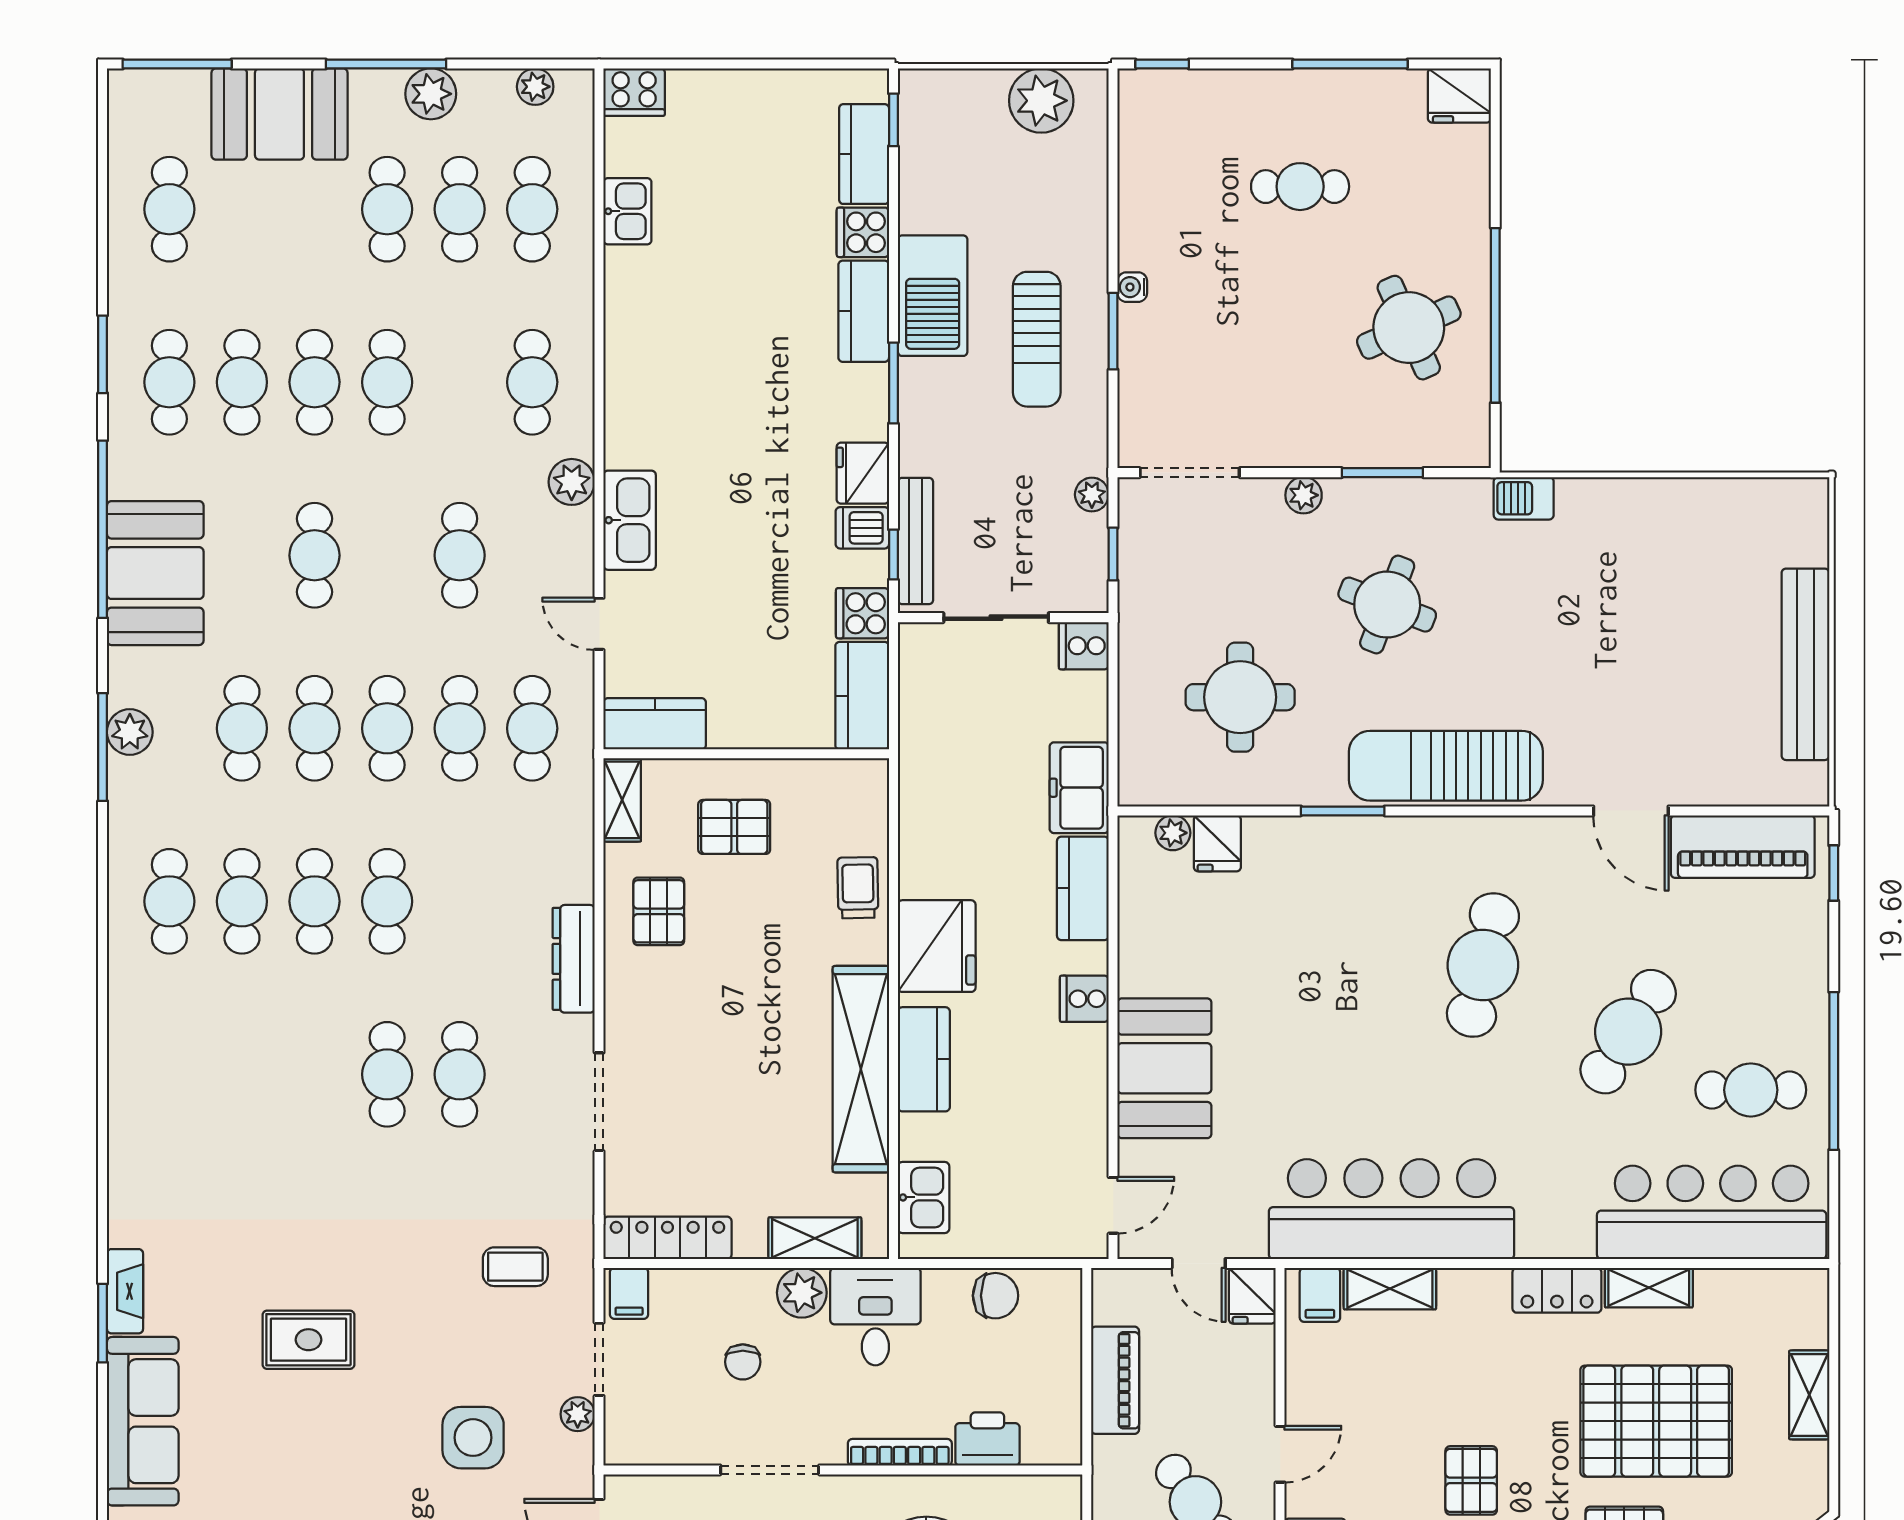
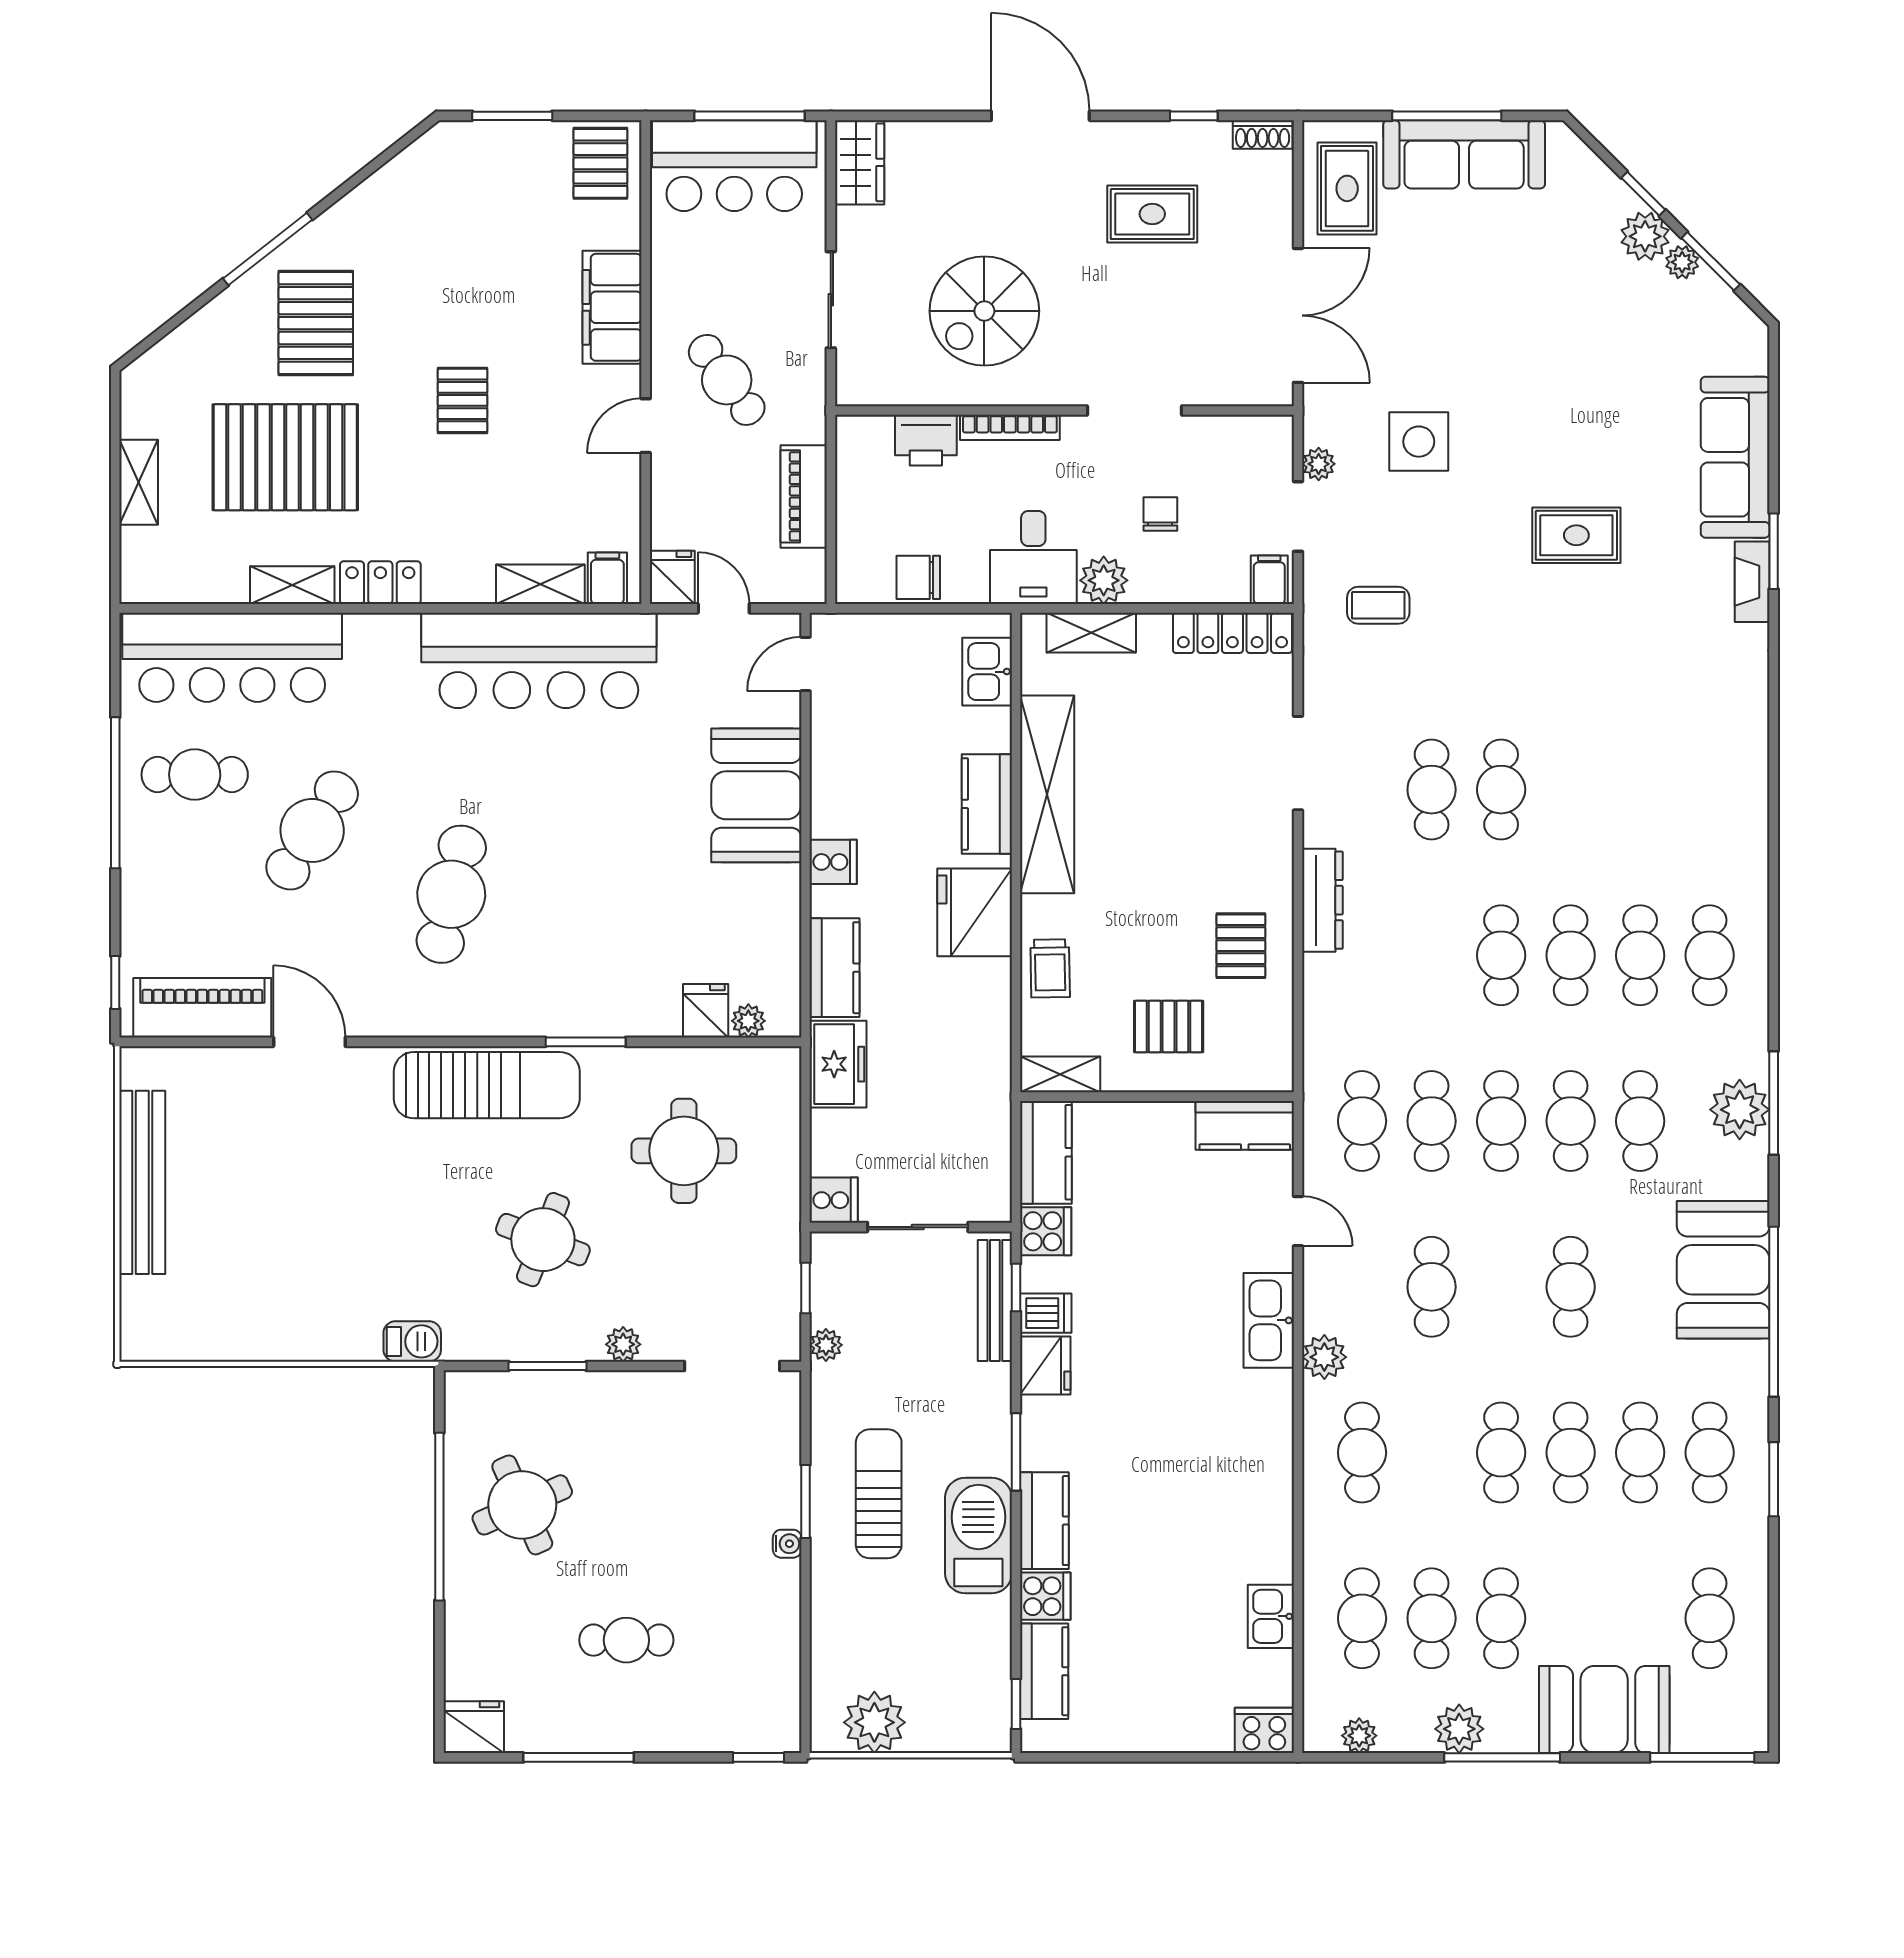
plant: (130, 732) -> (1740, 1110), width x1.36, depth x1.36
shelving: (622, 800) -> (1060, 1074), moved, turned 90

